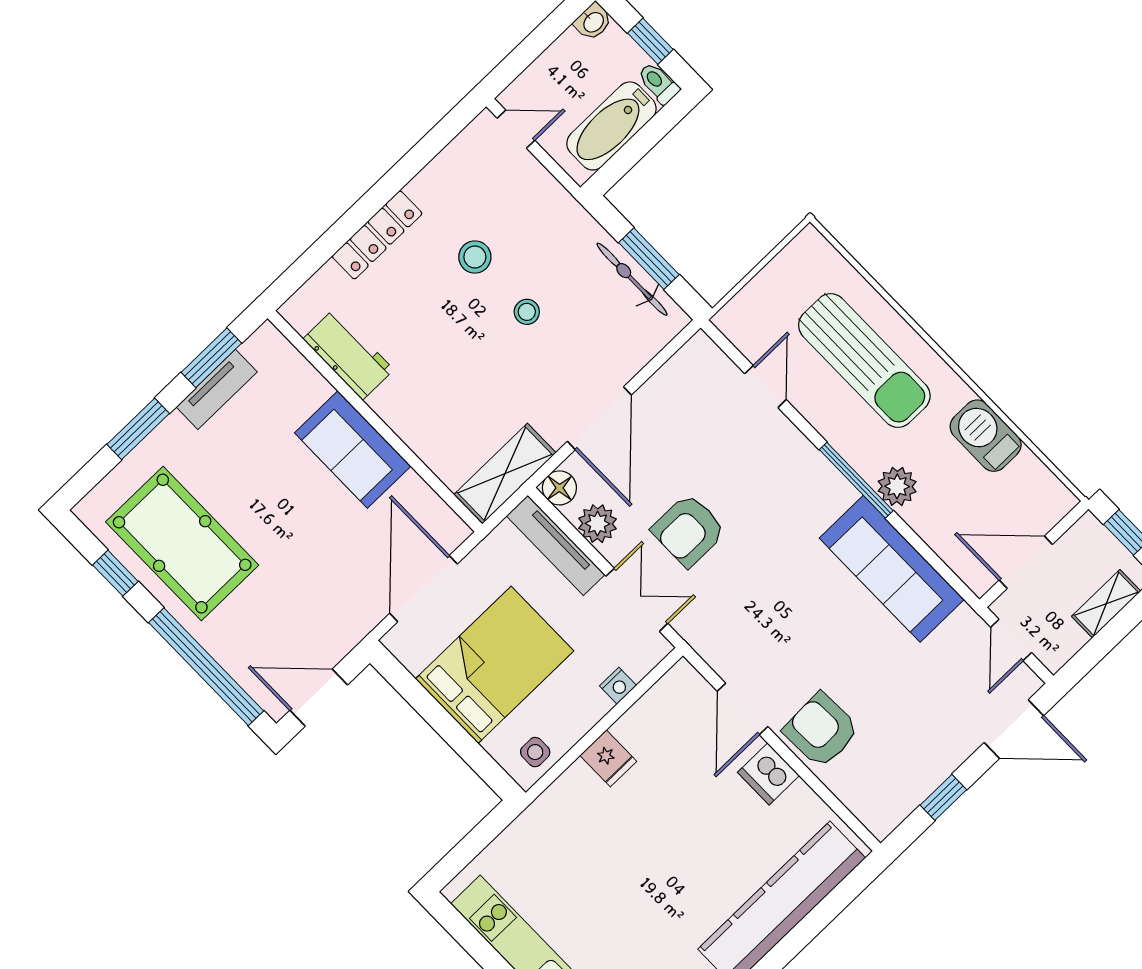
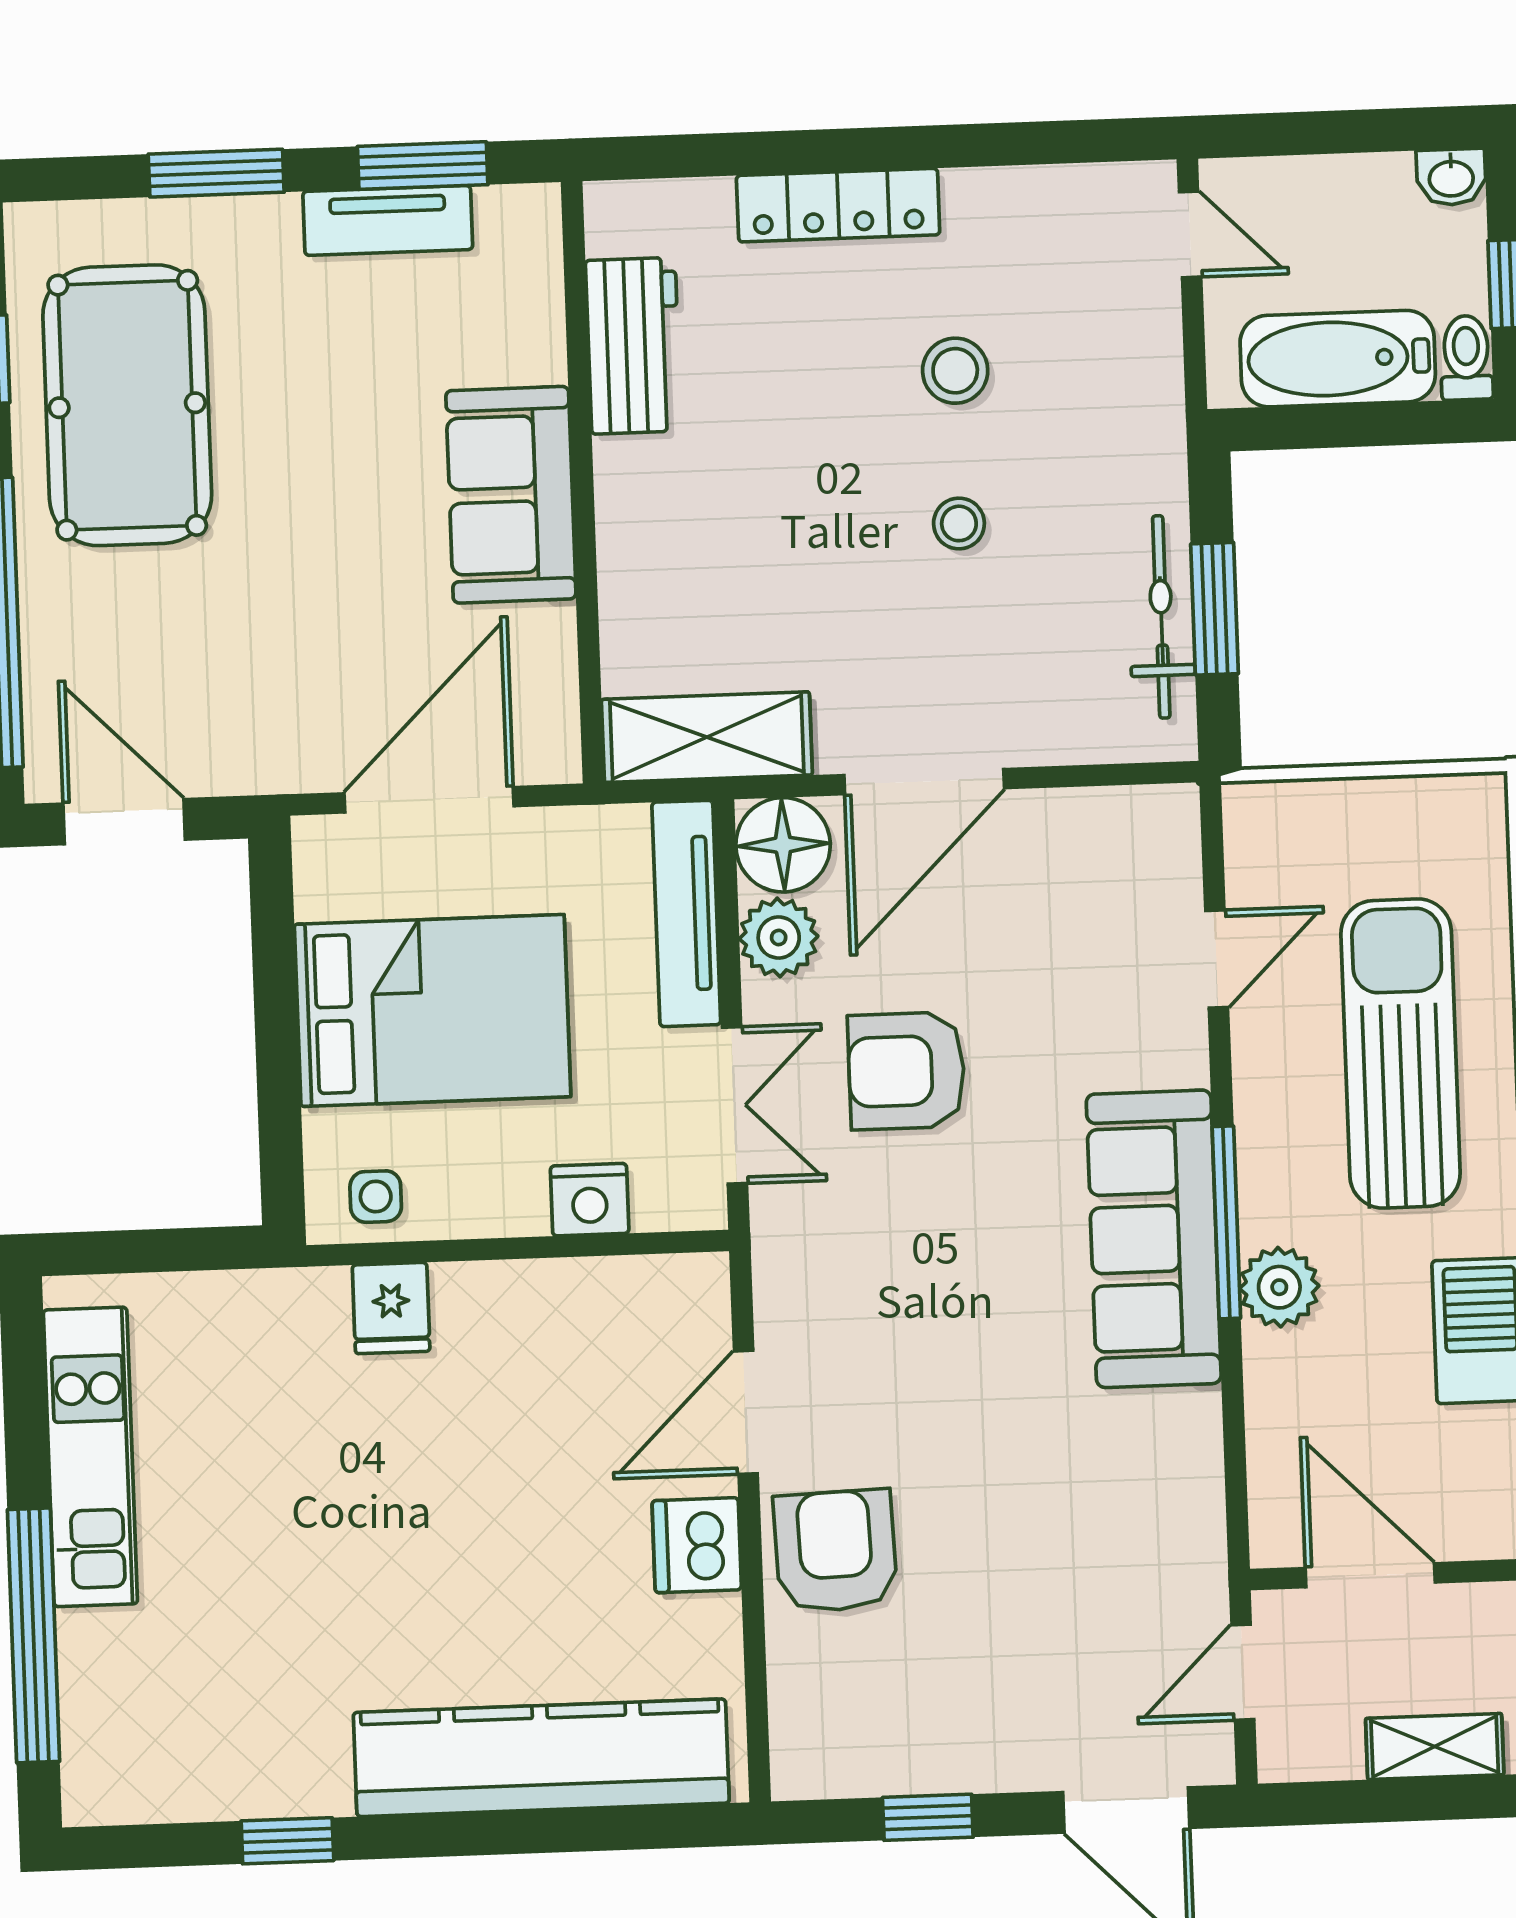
sun lounger: (864, 360) -> (1401, 1054), turned 180
floor lamp: (559, 488) -> (783, 845), width x1.38, depth x1.38
sofa: (892, 569) -> (1154, 1239), moved
nightstand: (618, 686) -> (590, 1200), width x1.39, depth x1.35
fridge: (608, 758) -> (391, 1308), moved

